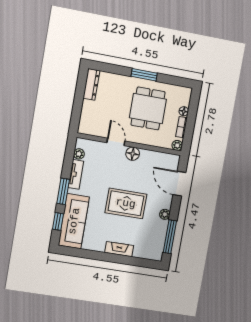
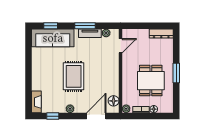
dining table: (148, 108) -> (151, 81), turned 90
door: (116, 142) -> (120, 46), moved
floor lamp: (133, 154) -> (114, 101), moved
window: (63, 191) -> (85, 26), moved
window: (170, 237) -> (53, 116), width x0.46
fireplace: (119, 249) -> (36, 102), moved

